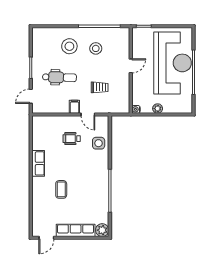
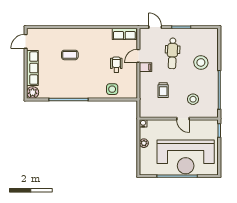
stool: (96, 48) -> (193, 99), moved
door: (88, 115) -> (138, 56), moved
row of seats: (38, 163) -> (124, 34), moved
door: (46, 238) -> (26, 41), hinge flipped

